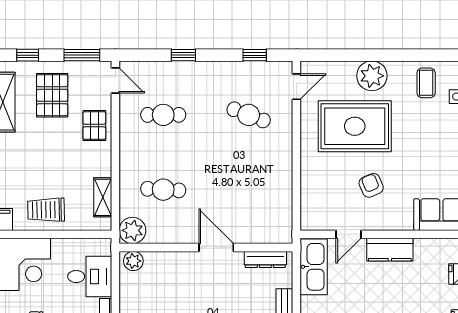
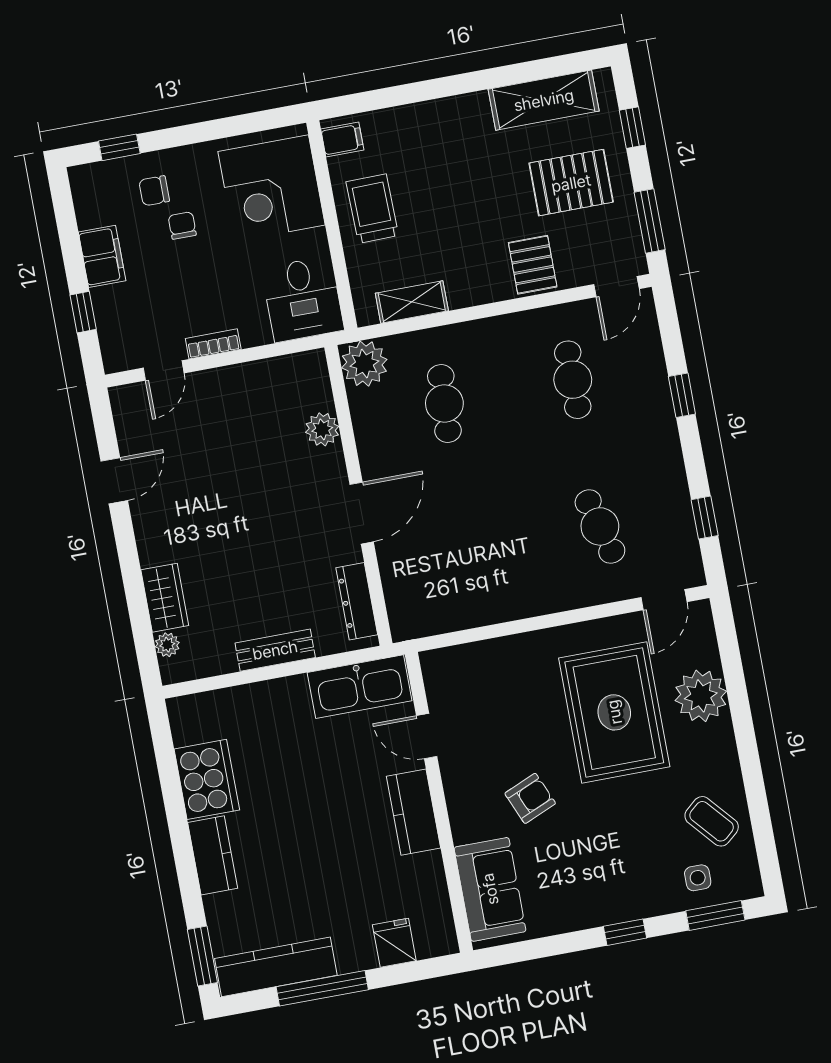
plant: (372, 76) -> (701, 696), moved
coffee table: (426, 83) -> (712, 821), turned 49
door: (296, 87) -> (664, 600), hinge flipped
cafe table: (249, 115) -> (600, 526), turned -36
pallet: (94, 125) -> (533, 265), turned 90
armchair: (371, 185) -> (530, 798), moved
plant: (133, 261) -> (322, 429), moved
desk: (90, 277) -> (303, 299), moved

